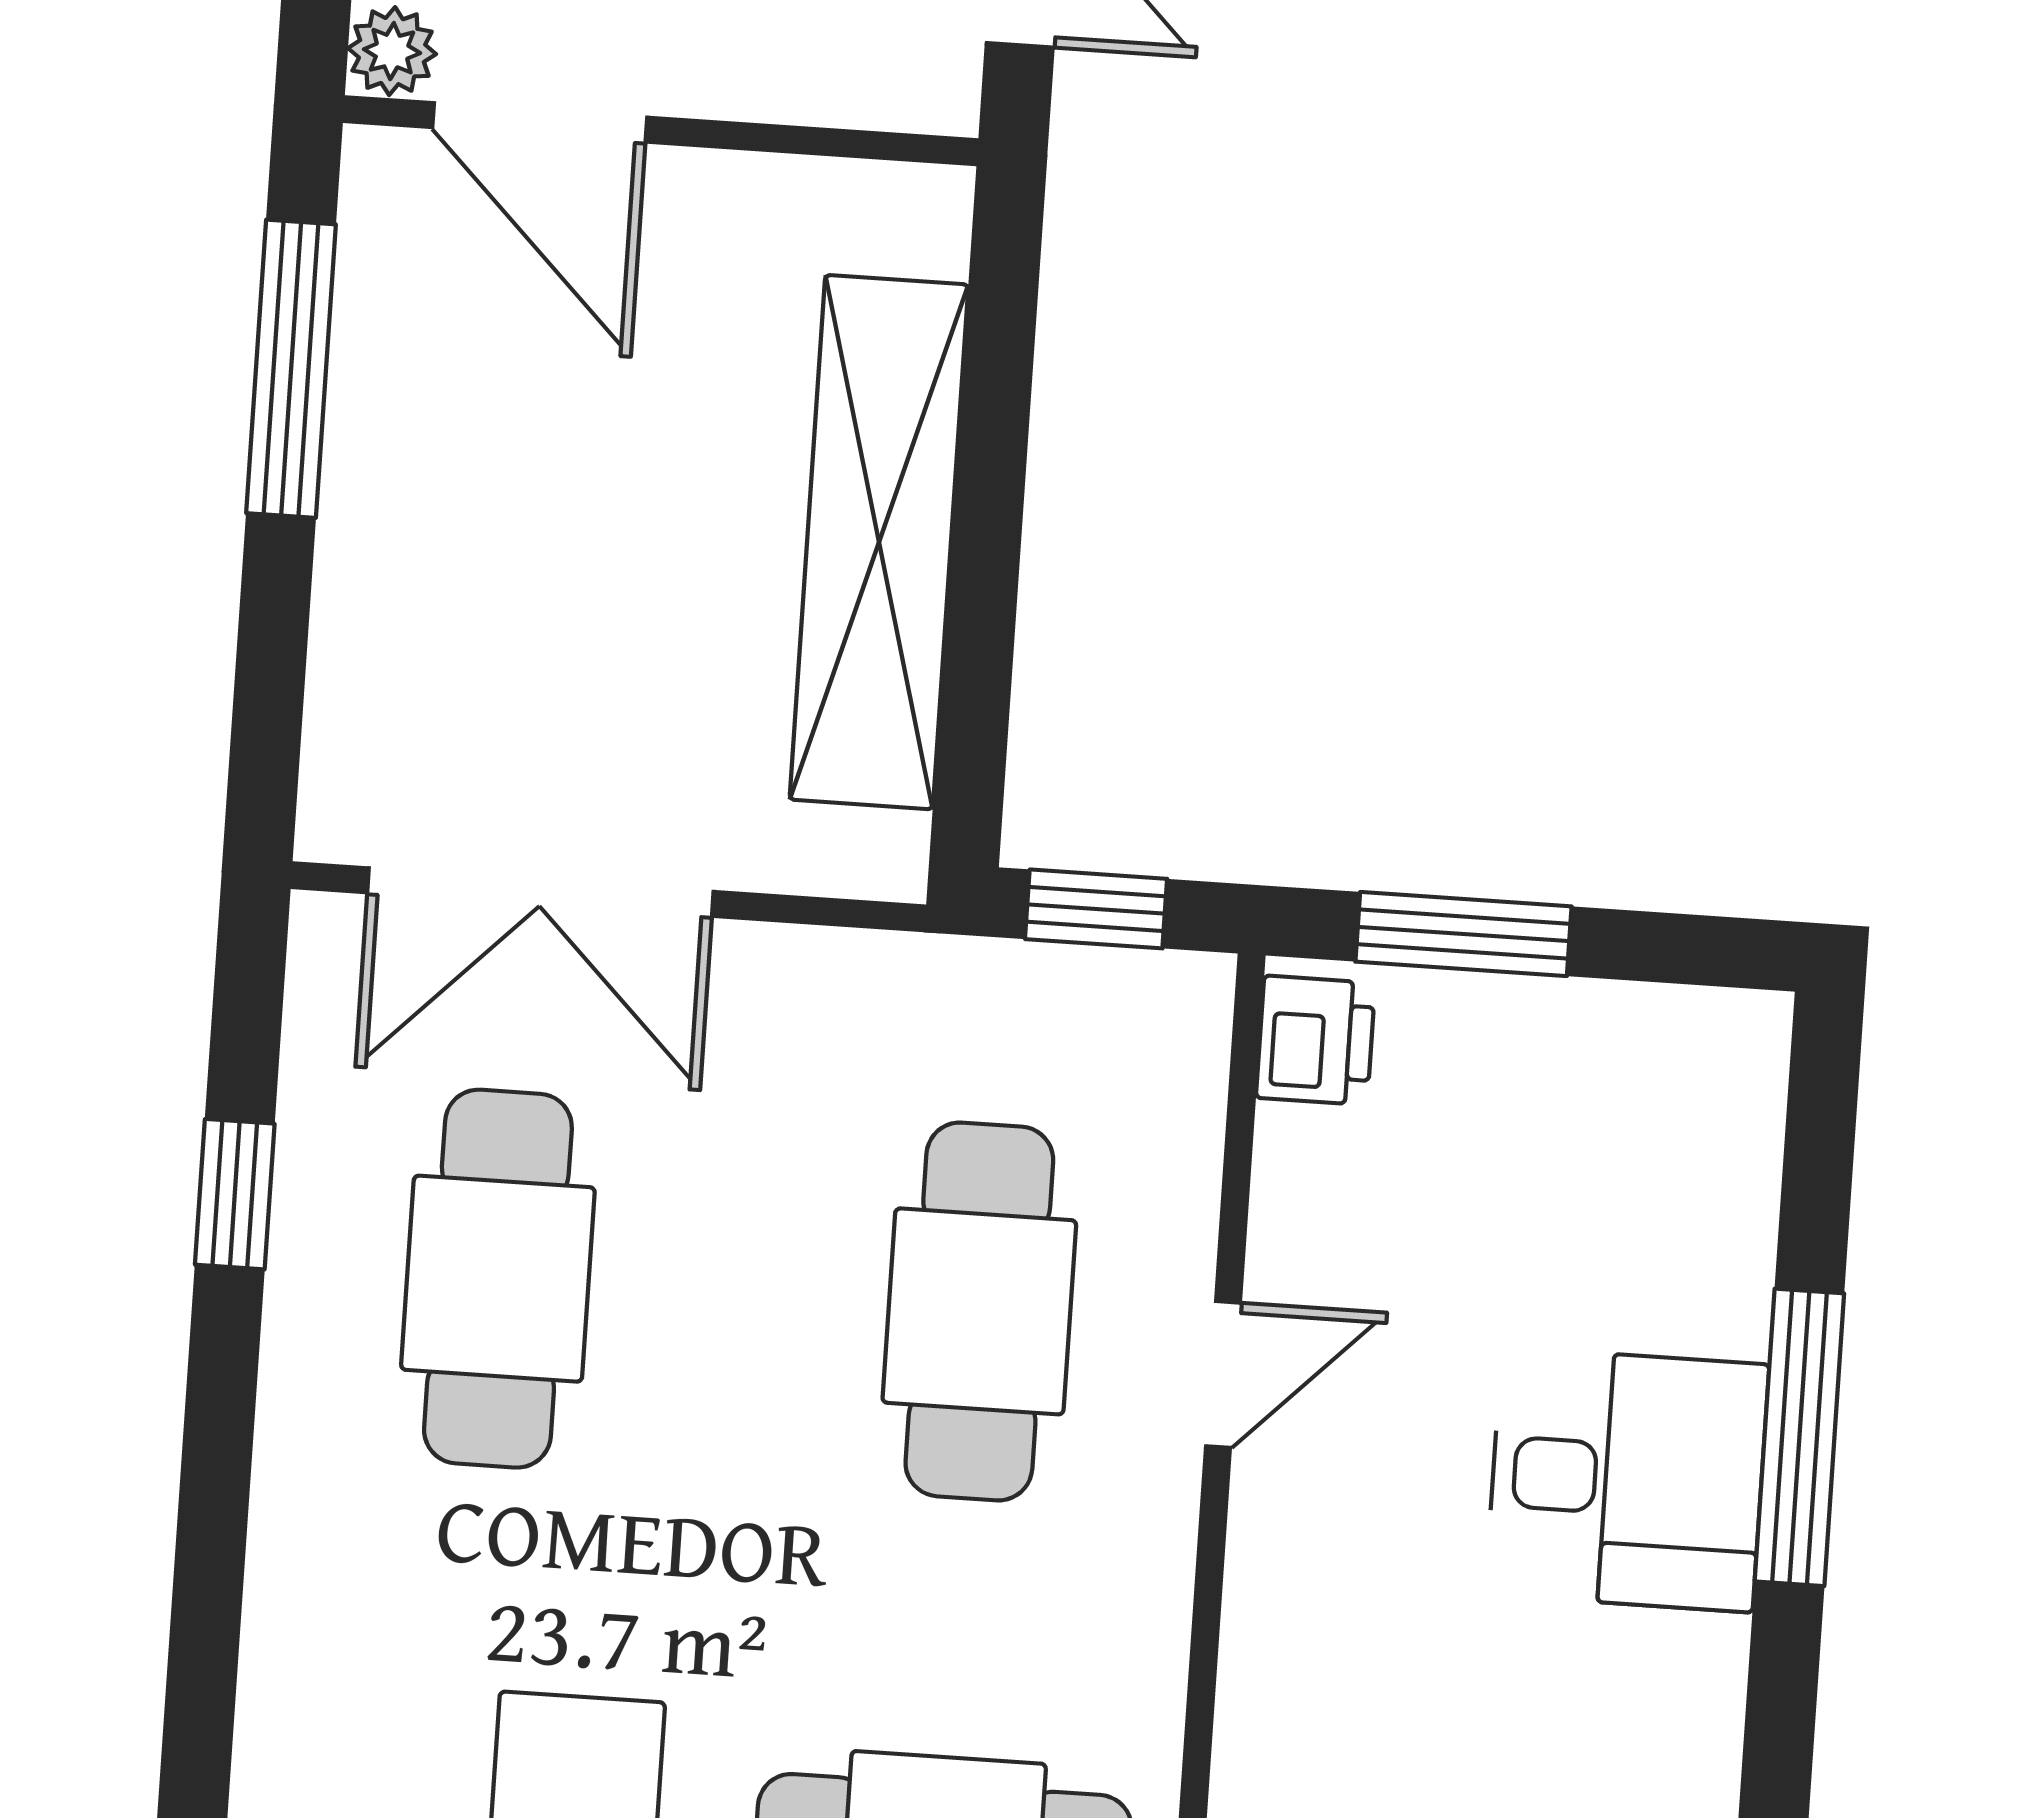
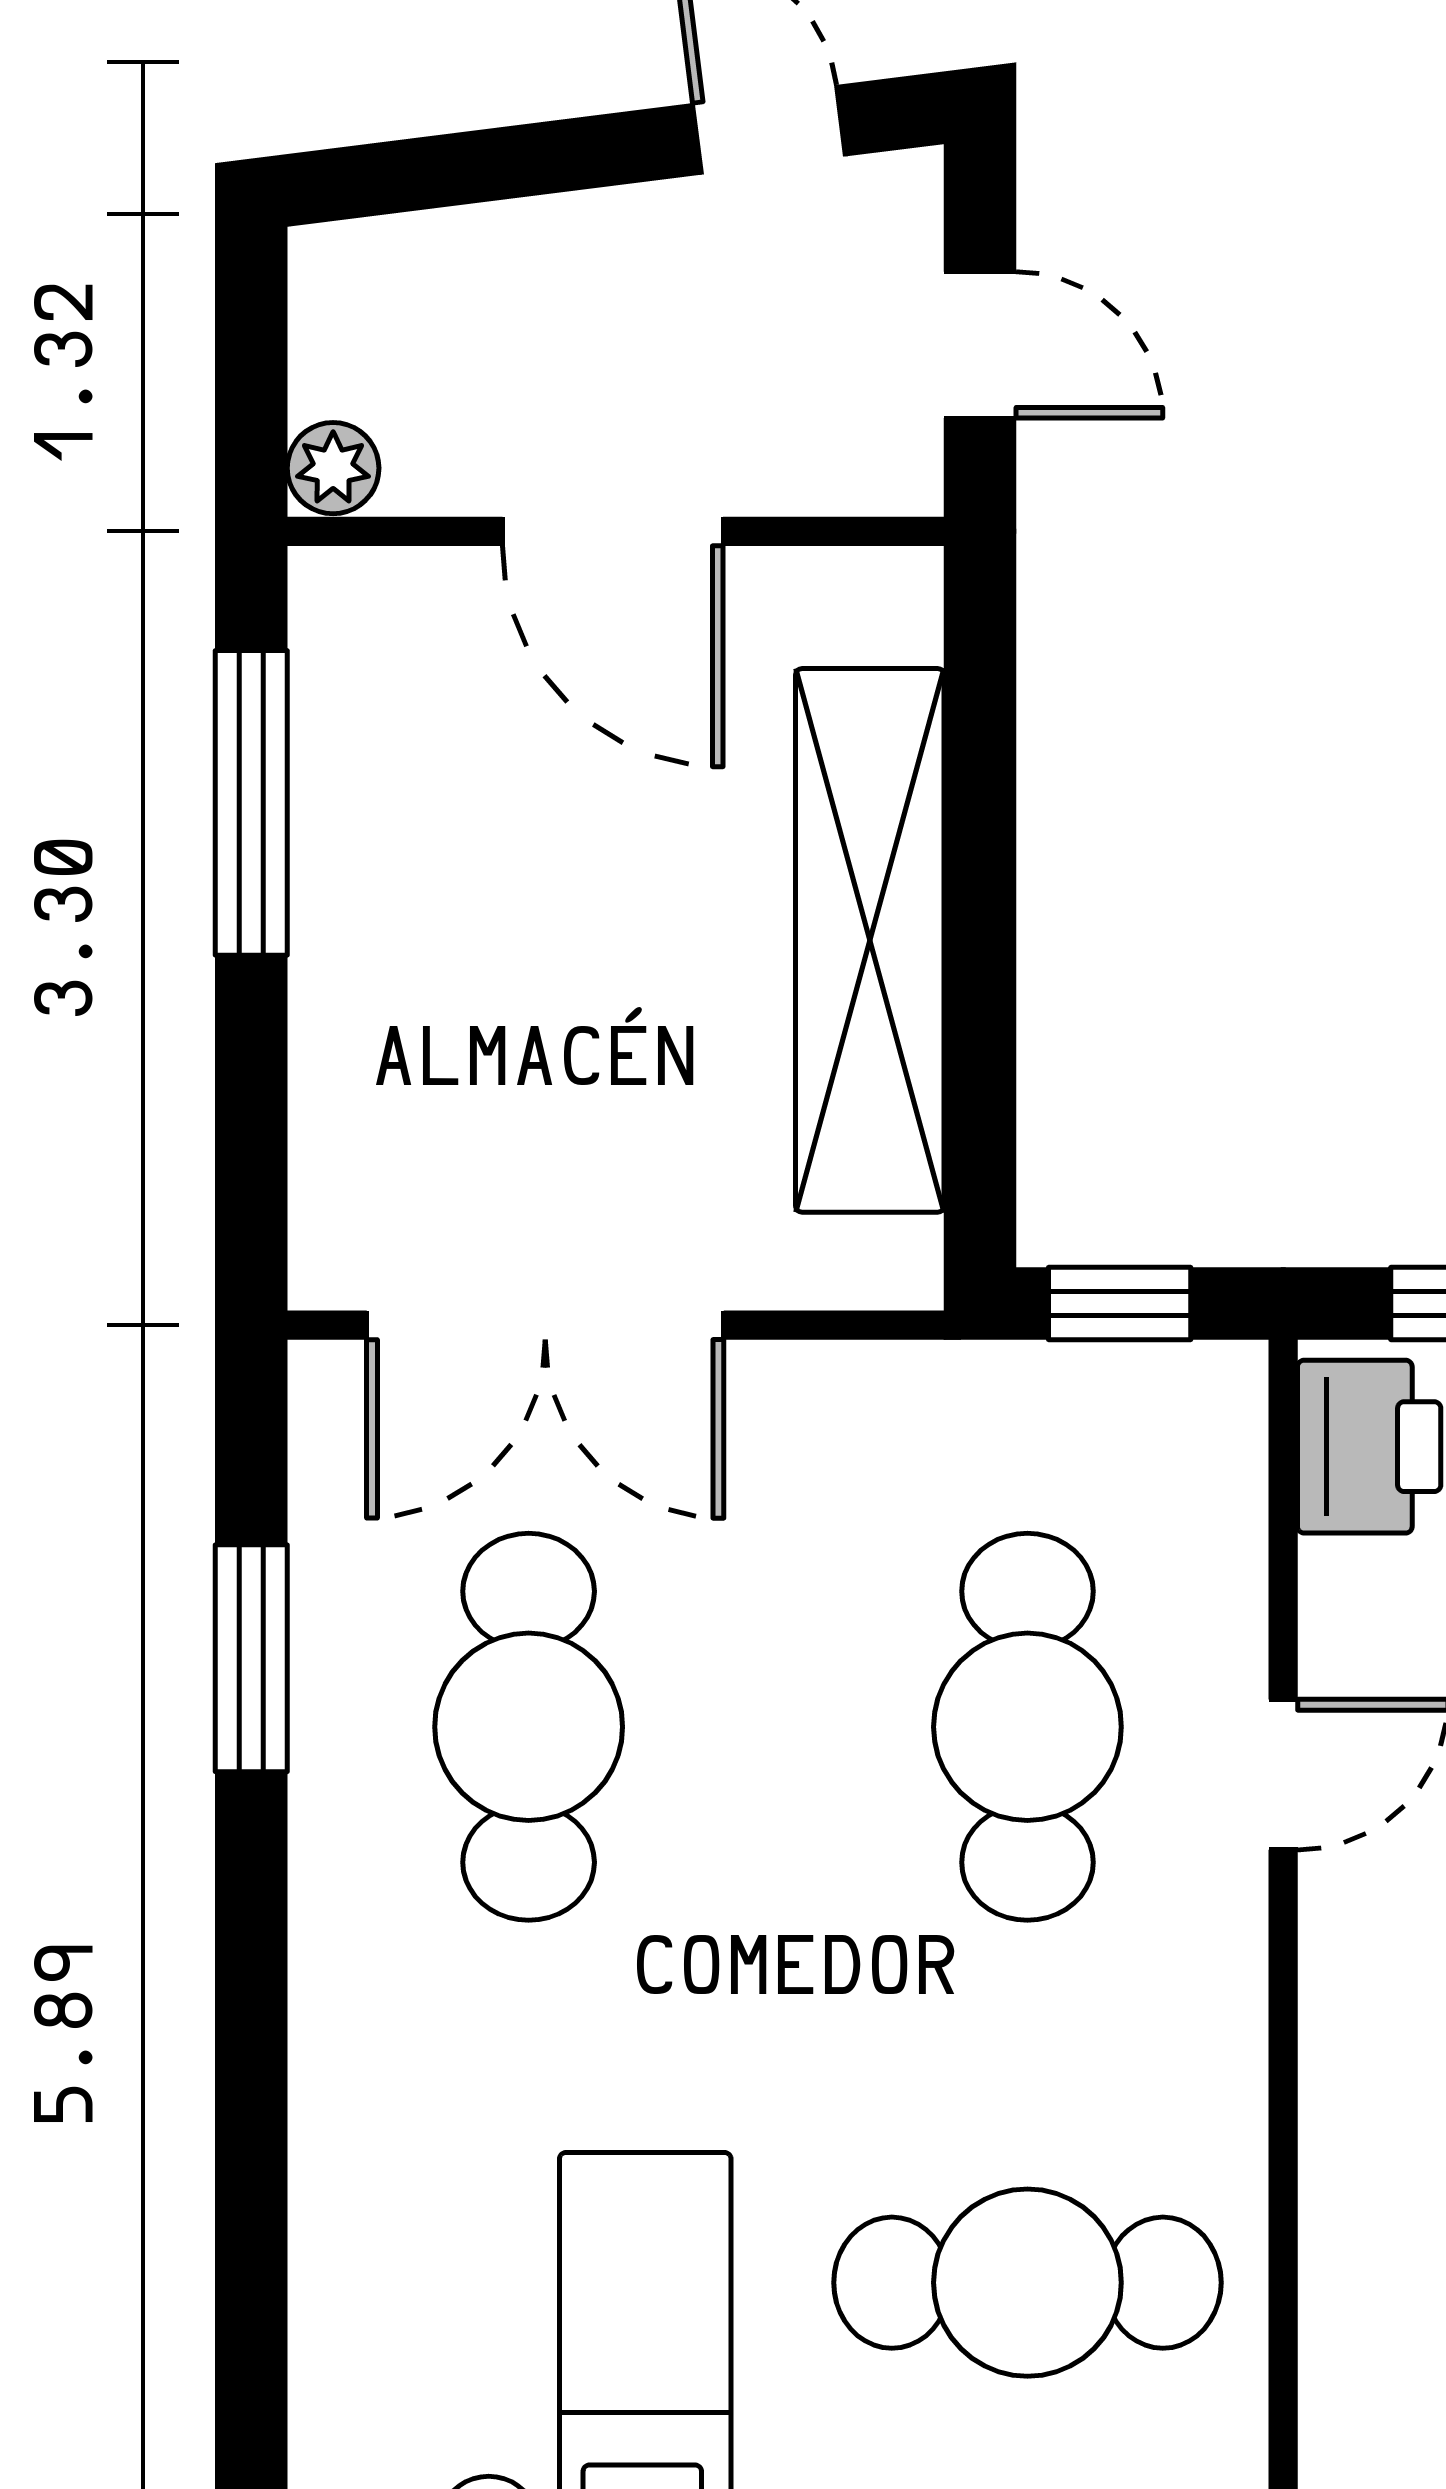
door: (540, 122) -> (613, 531), moved
printer: (1316, 1040) -> (1369, 1447), width x1.36, depth x1.24
window: (235, 1194) -> (251, 1658), width x1.50

